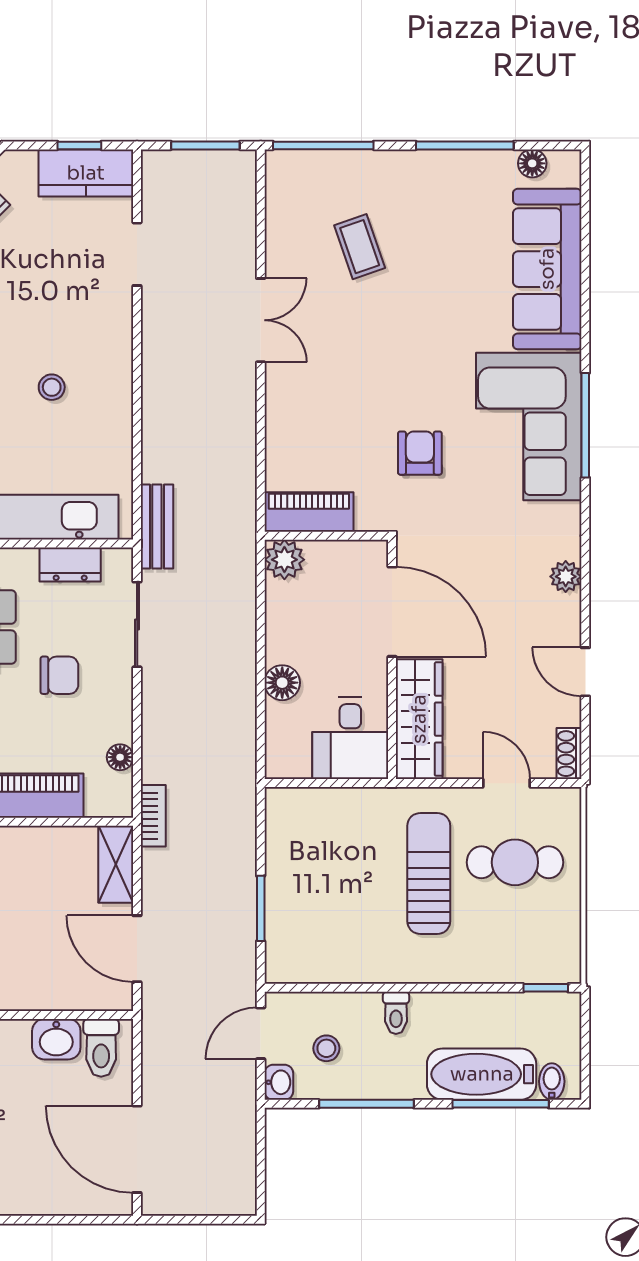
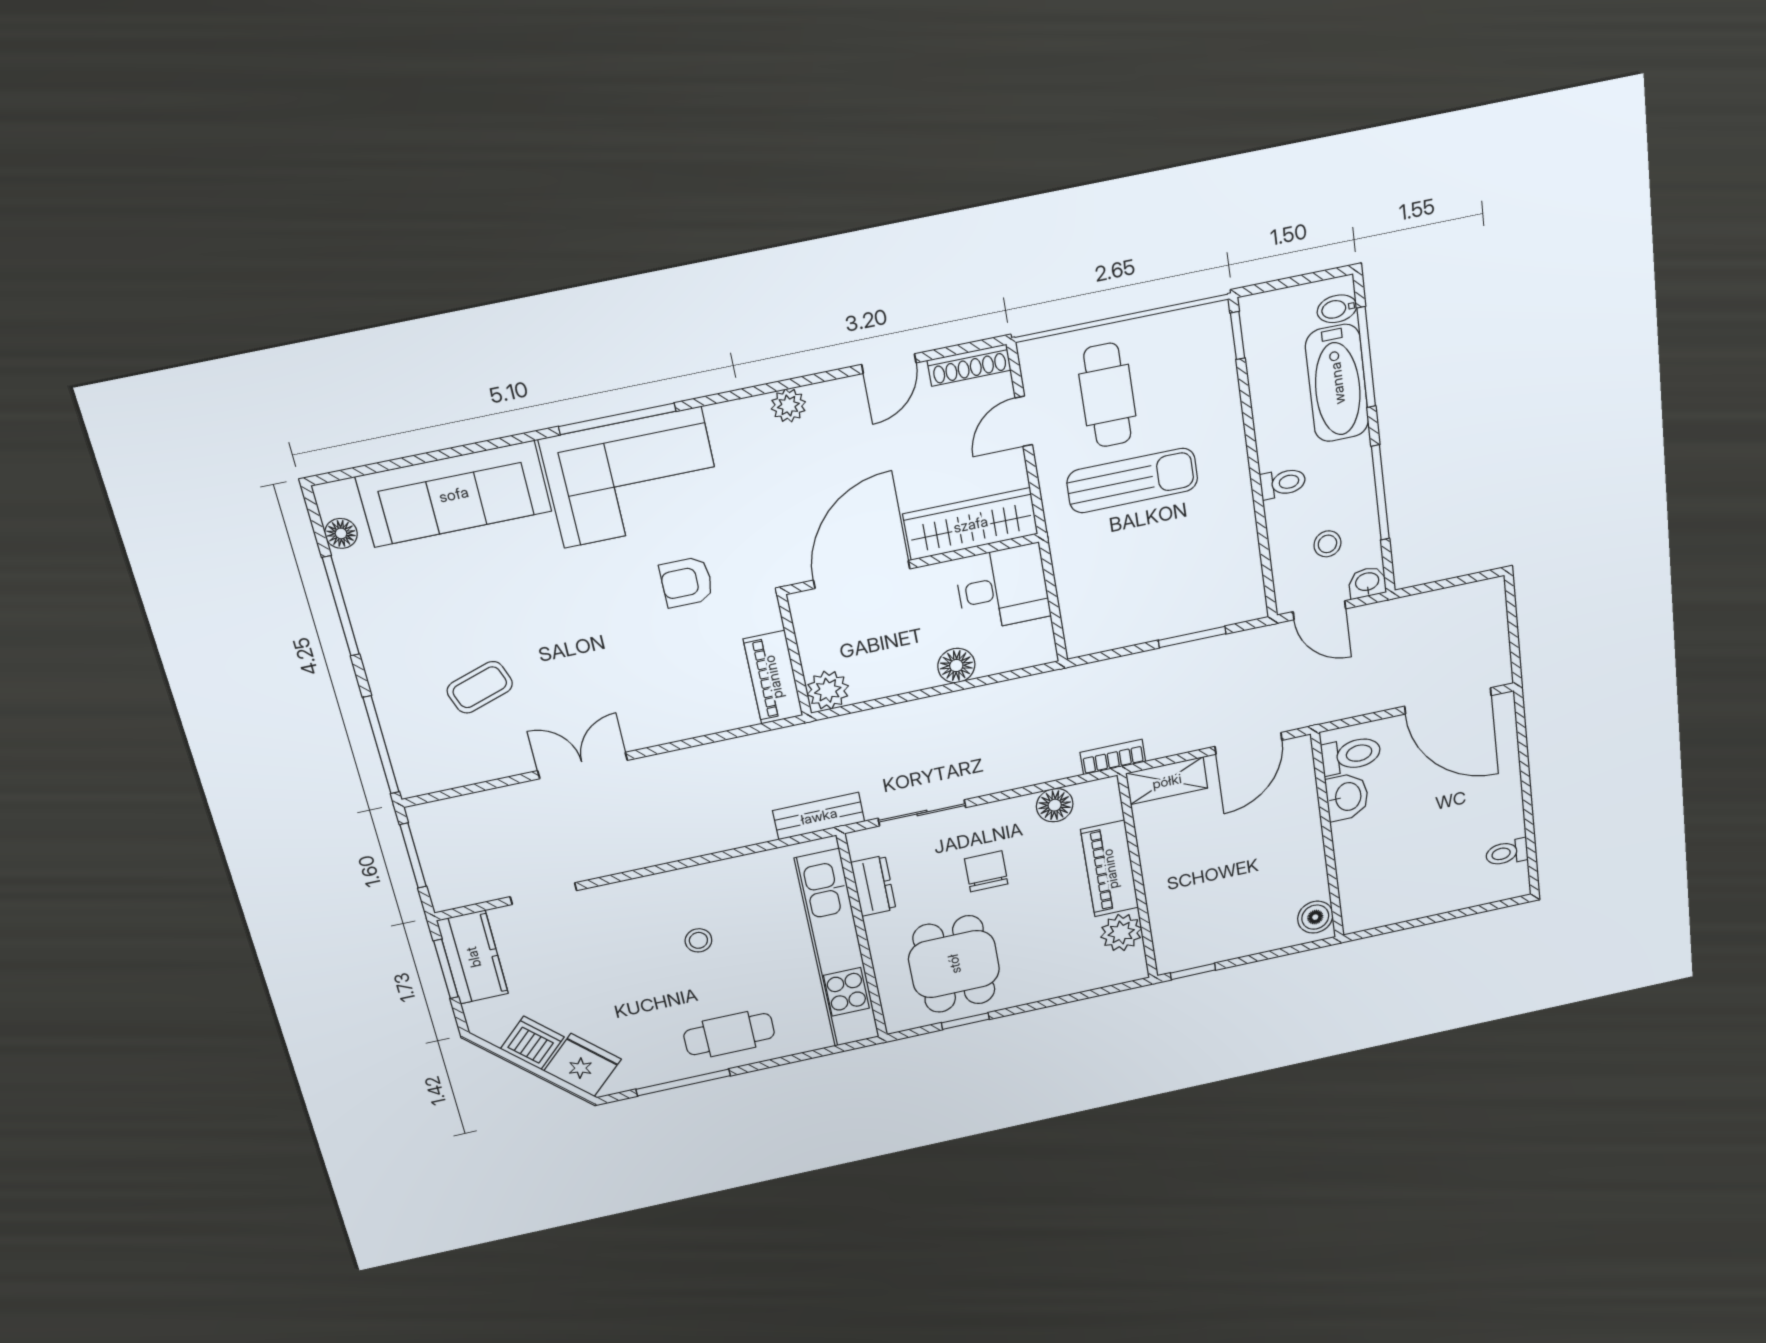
window: (79, 145) -> (446, 969), width x1.50
shoe rack: (569, 754) -> (969, 365), width x1.43
floor lamp: (120, 757) -> (1055, 805), width x1.37, depth x1.37
sun lounger: (429, 874) -> (1132, 481), turned 180
door: (137, 1149) -> (1448, 701), hinge flipped

